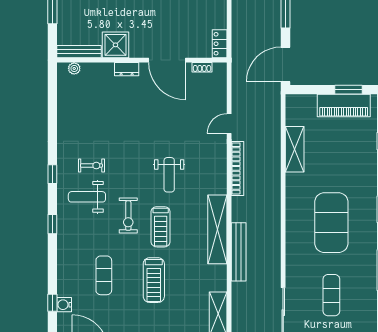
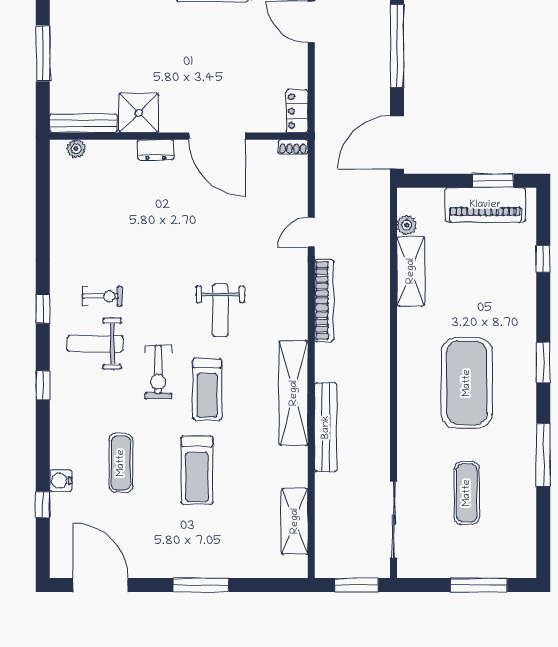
shoe rack: (202, 67) -> (293, 147), moved
plant: (292, 119) -> (407, 225), added
water cooler: (64, 305) -> (61, 481), moved

